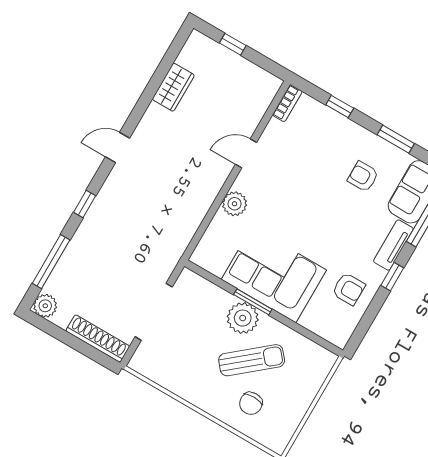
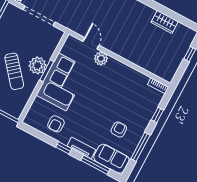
window: (396, 139) -> (140, 147), width x1.44
door: (246, 153) -> (91, 43), moved

